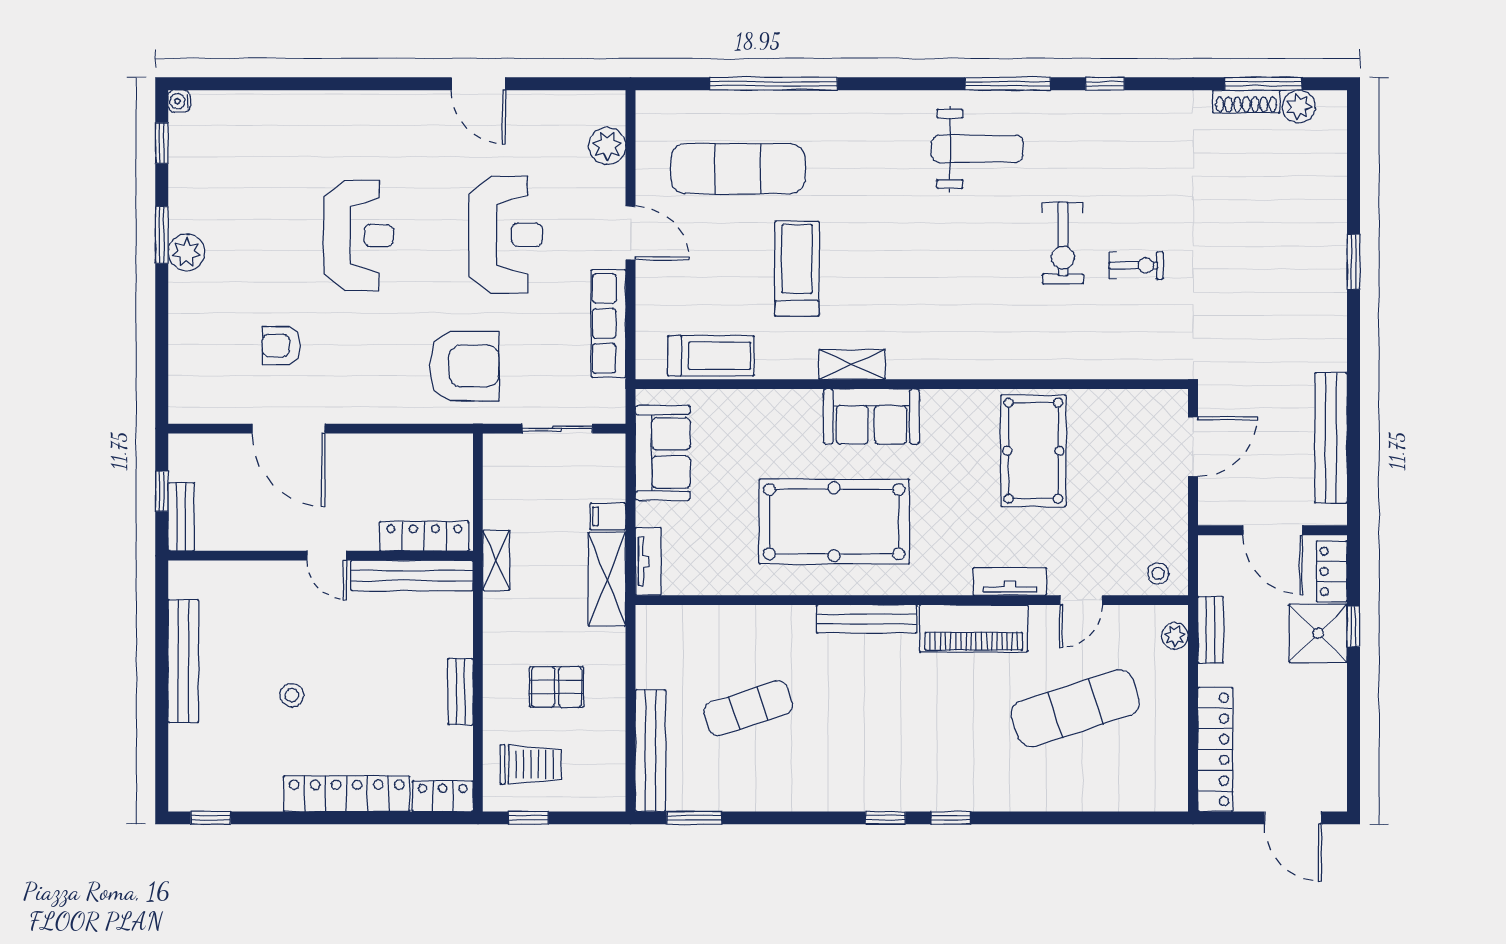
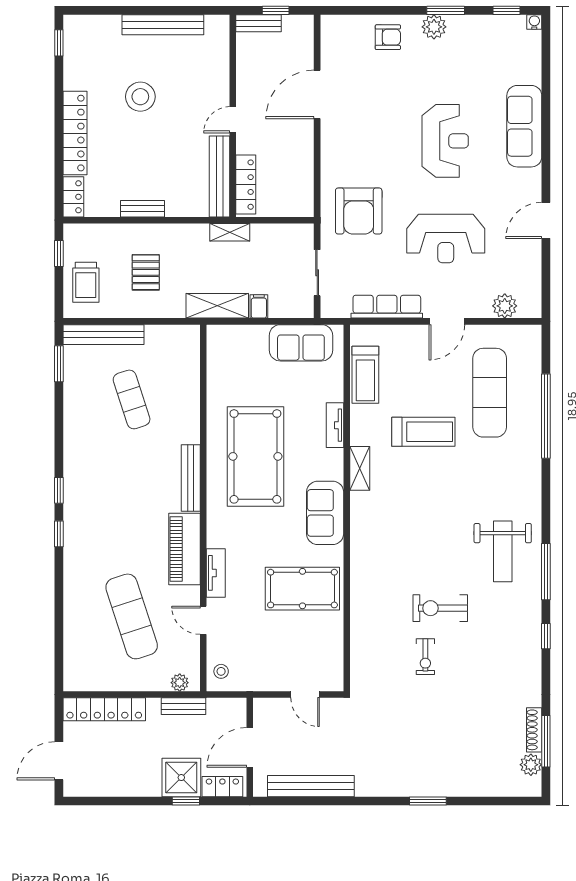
sofa: (336, 116) -> (524, 126), added
reception desk: (358, 236) -> (445, 141), turned -90
armchair: (281, 345) -> (388, 37), moved, turned 90
sofa: (871, 417) -> (325, 513), moved
door: (1193, 447) -> (305, 695), width x0.73
tv unit: (648, 561) -> (335, 425), moved, turned 90
stool: (292, 695) -> (140, 97), width x1.89, depth x1.89
trolley: (531, 764) -> (86, 282), moved

